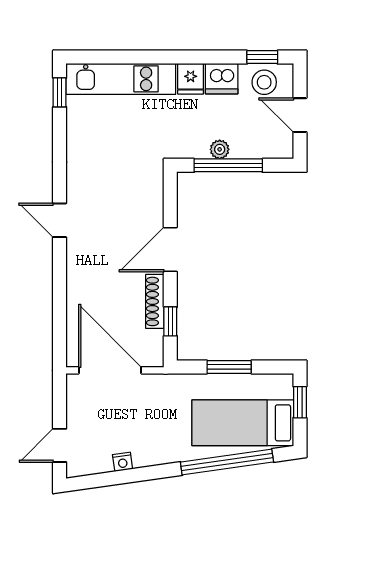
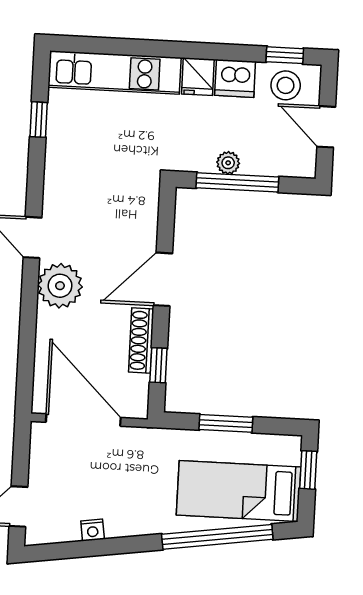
window: (60, 92) -> (39, 120), moved
plant: (85, 259) -> (60, 286), added

